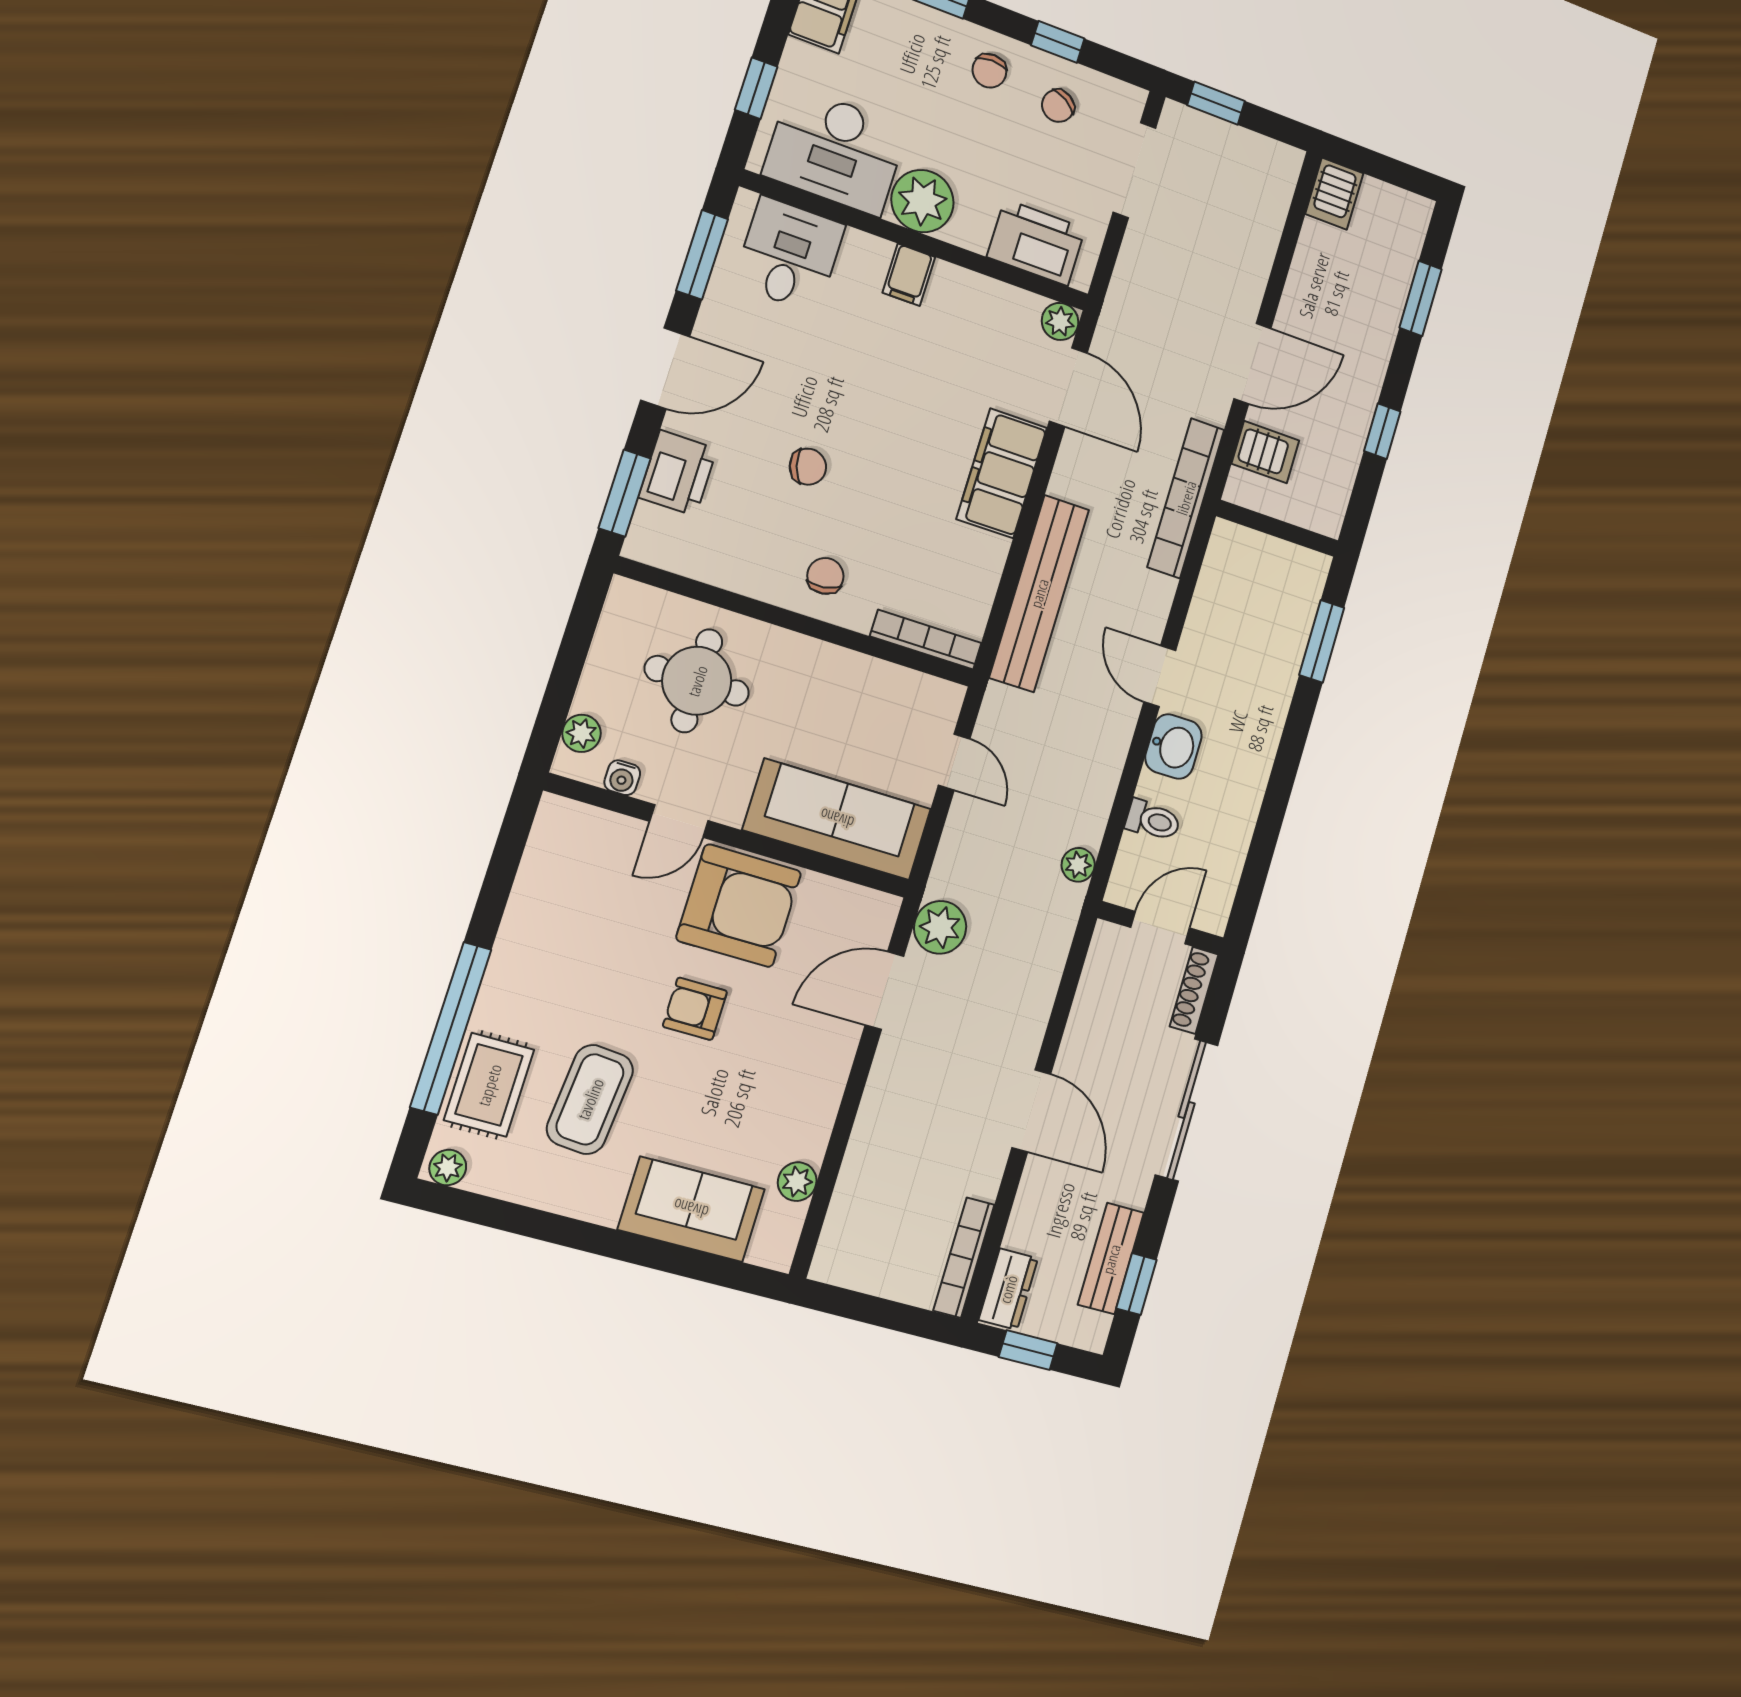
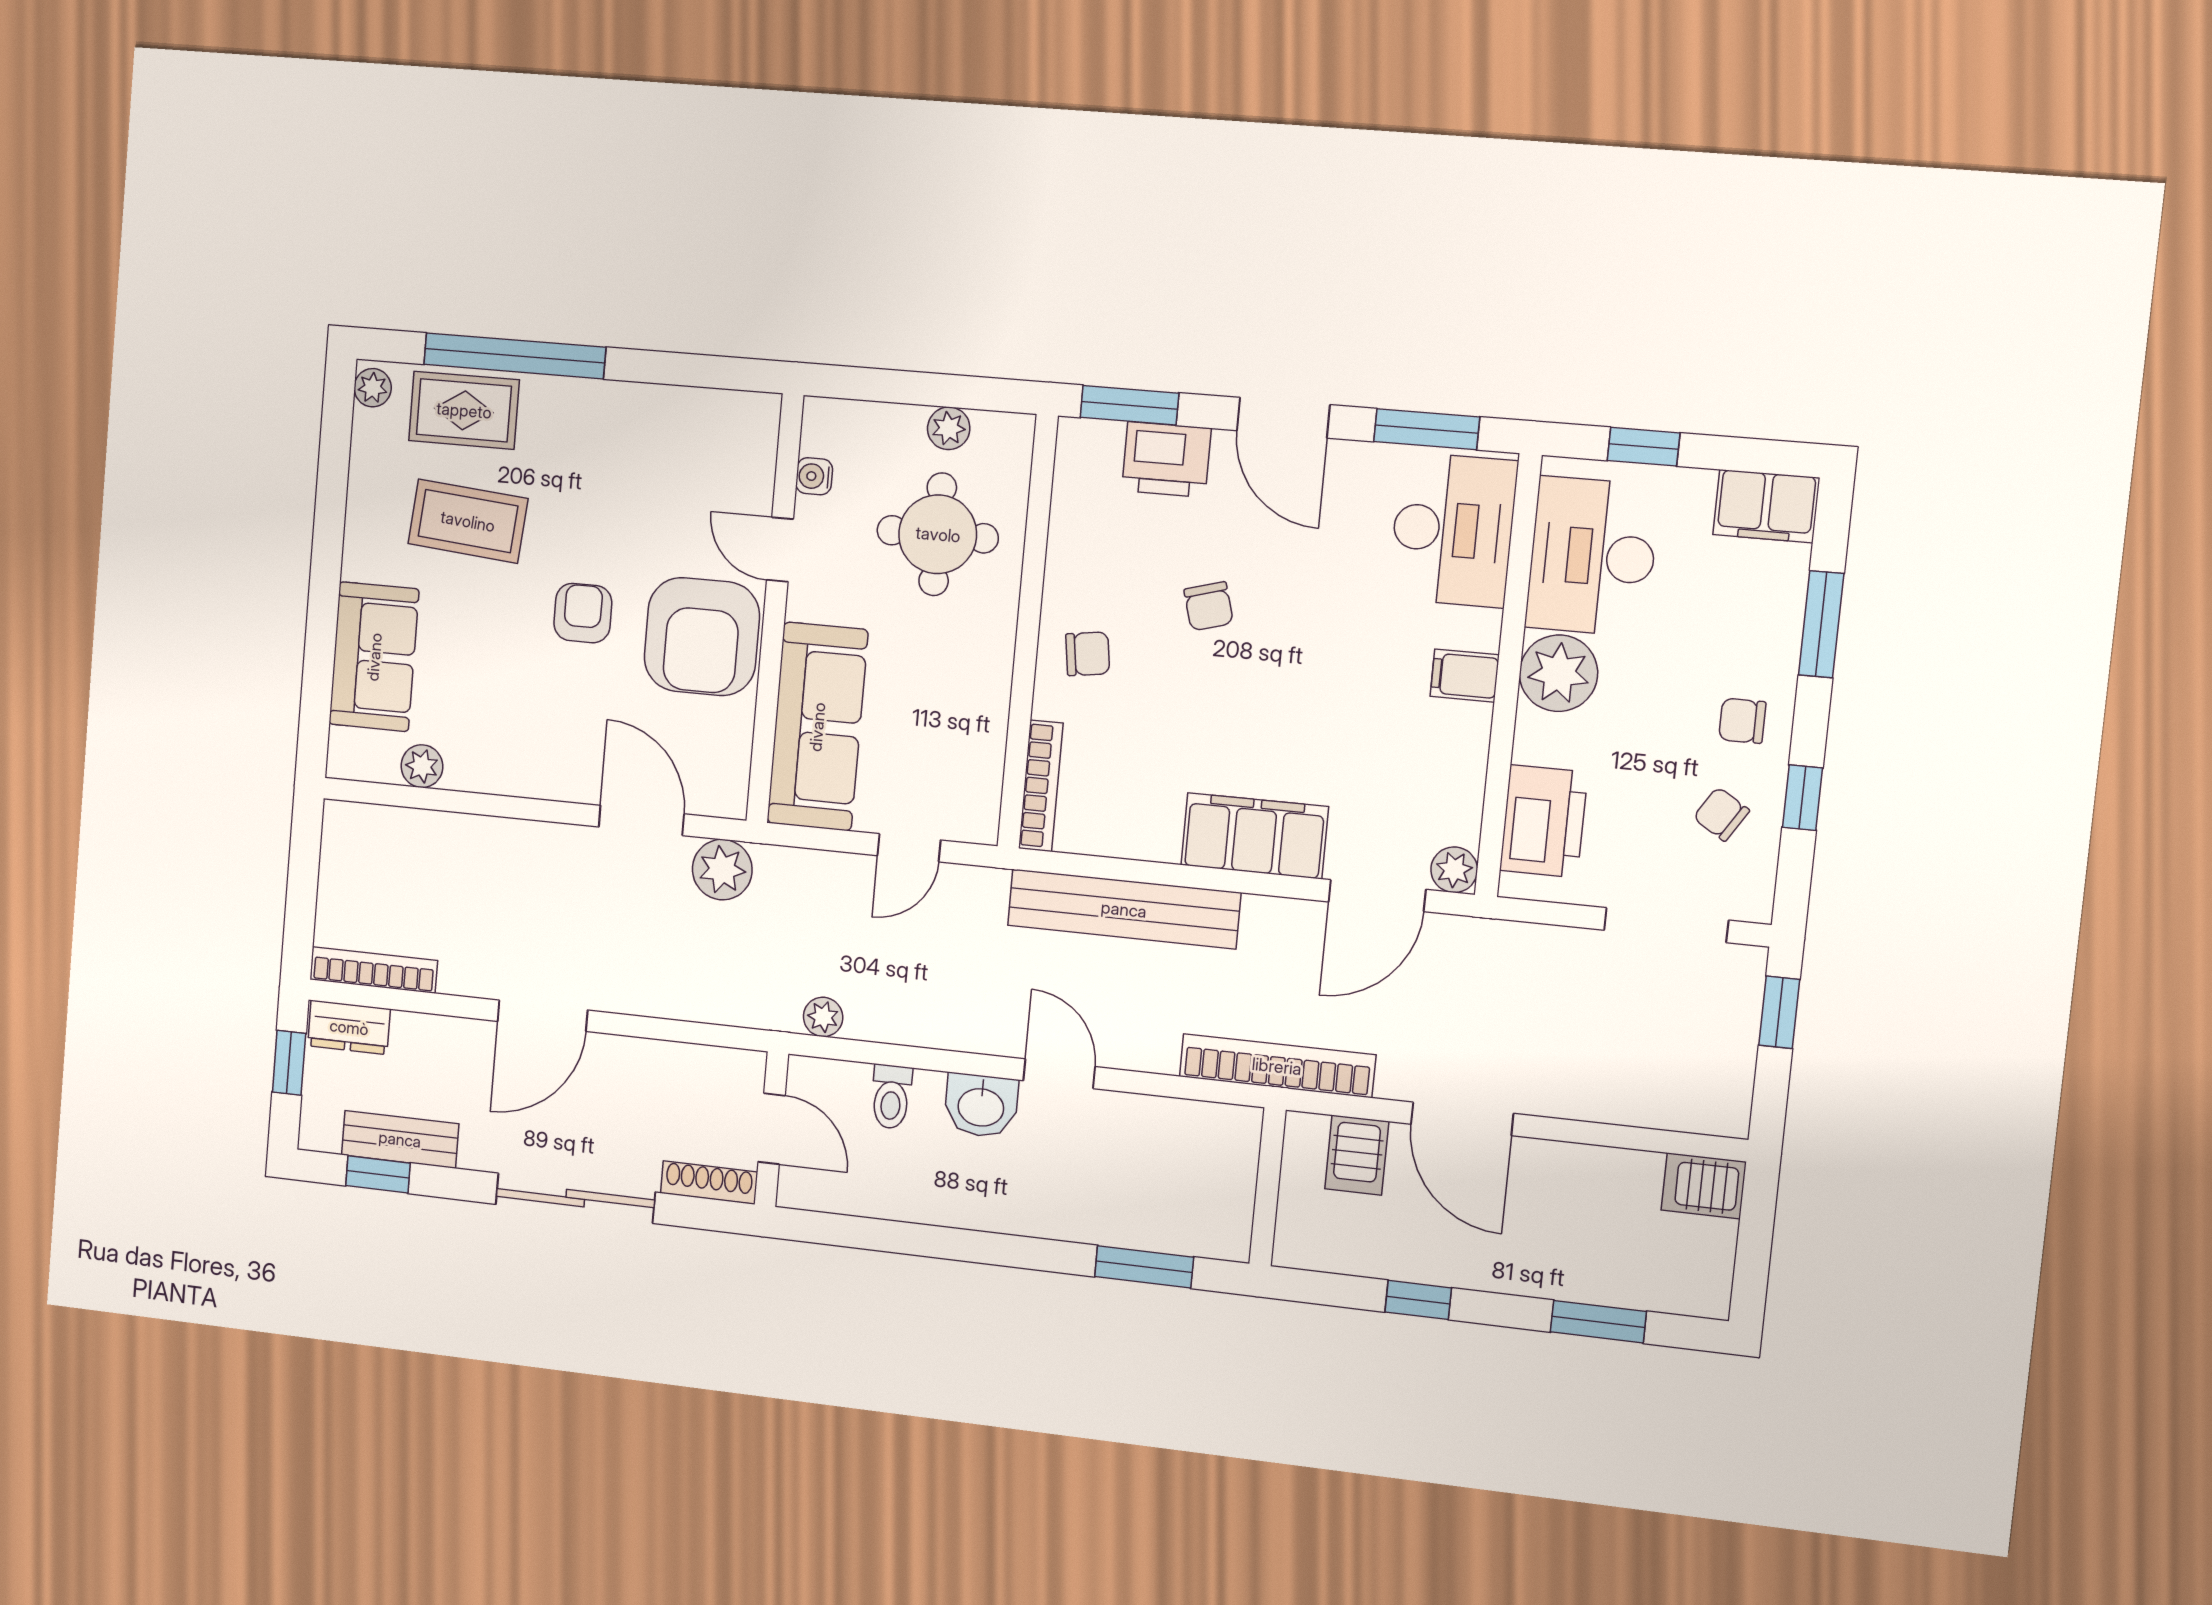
desk: (789, 255) -> (1453, 530), width x1.37
door: (1160, 676) -> (1059, 1074), hinge flipped
plant: (582, 733) -> (949, 428), moved

